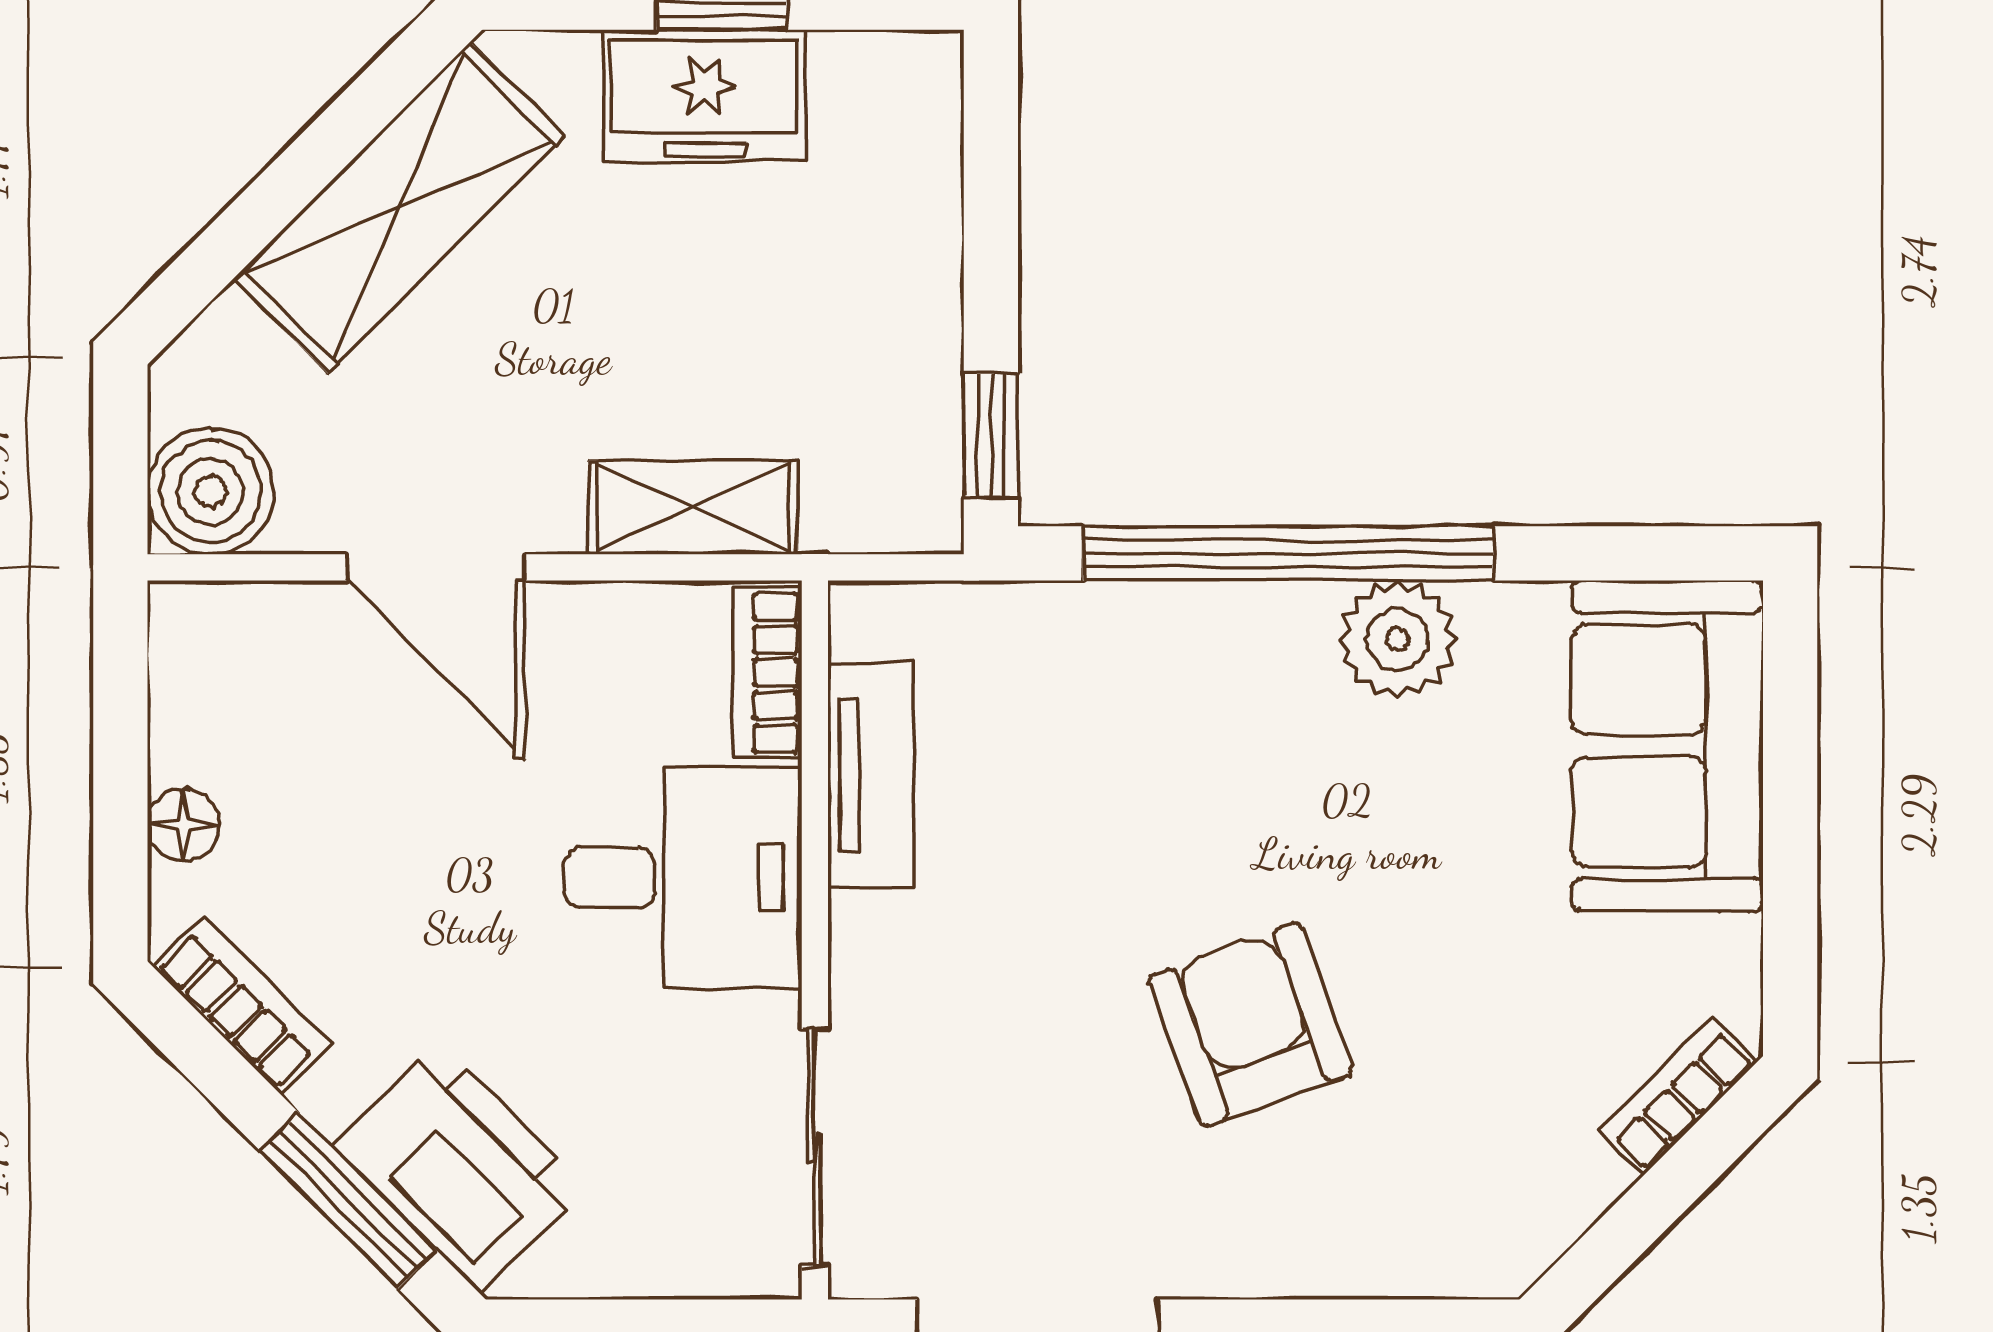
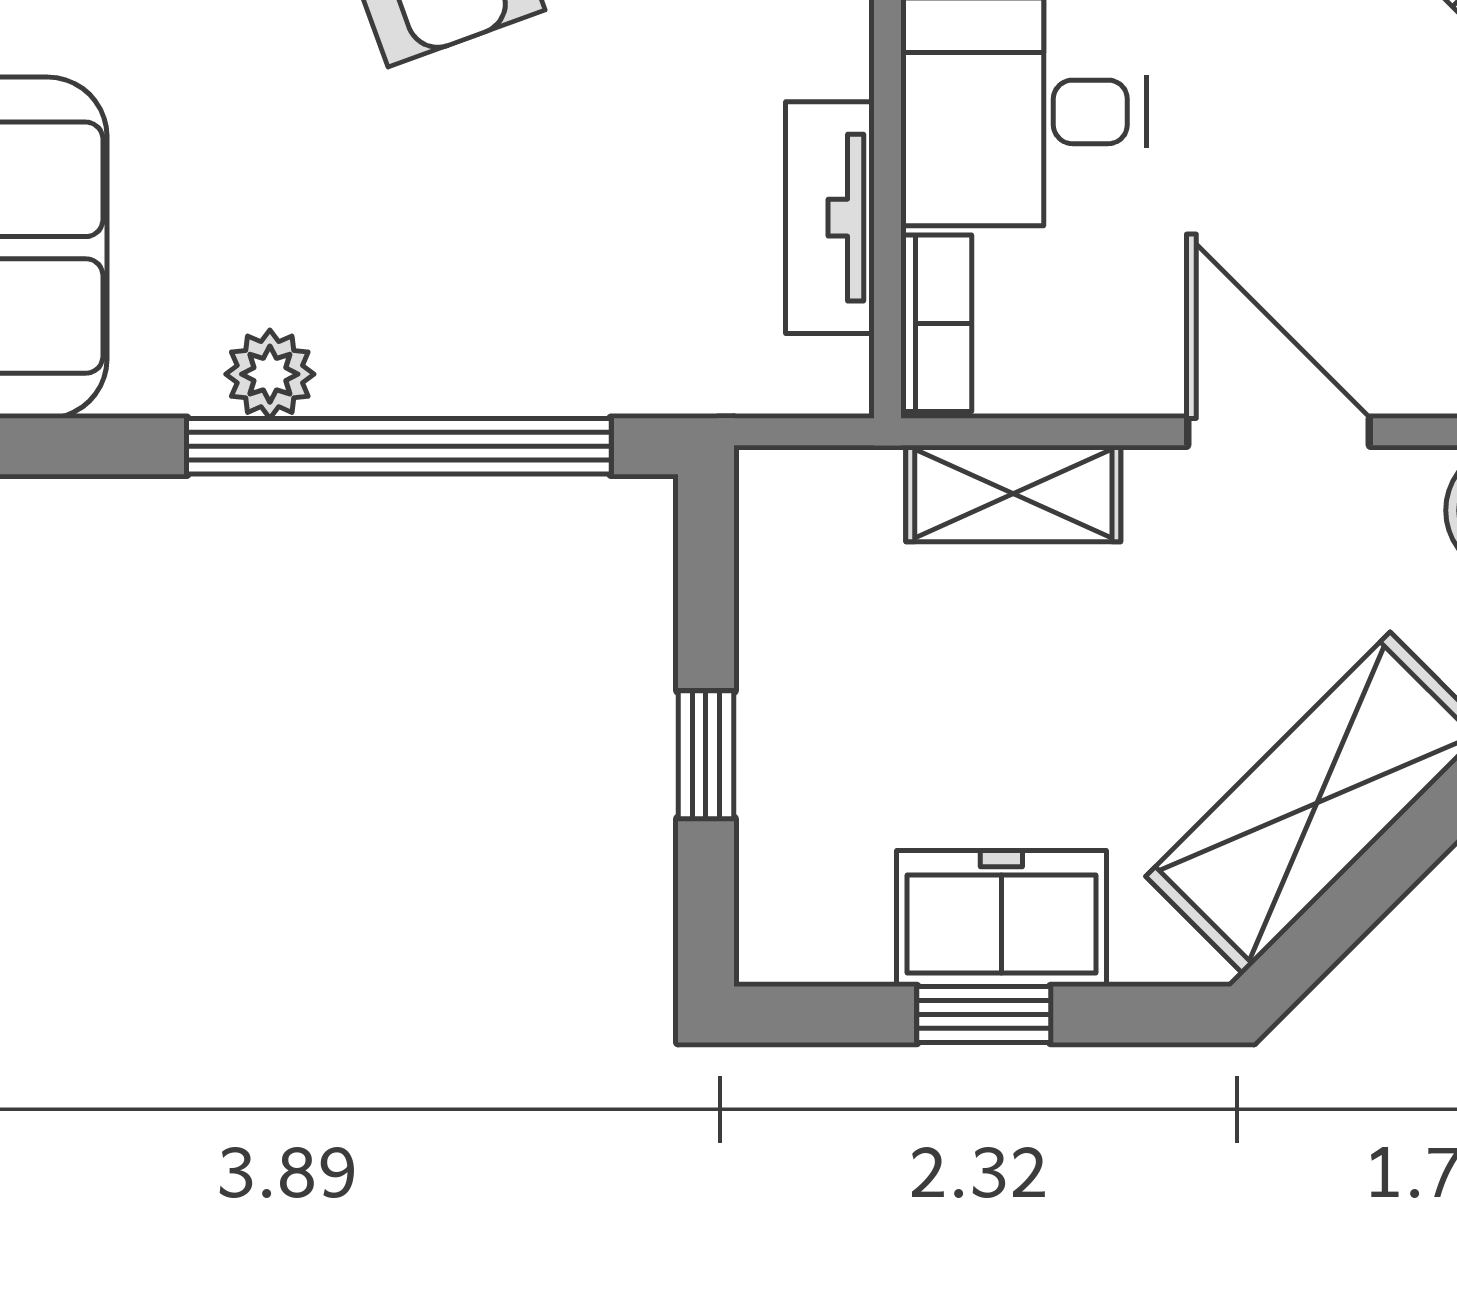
window: (991, 435) -> (706, 755), moved
plant: (1398, 639) -> (270, 374), width x0.73, depth x0.73

